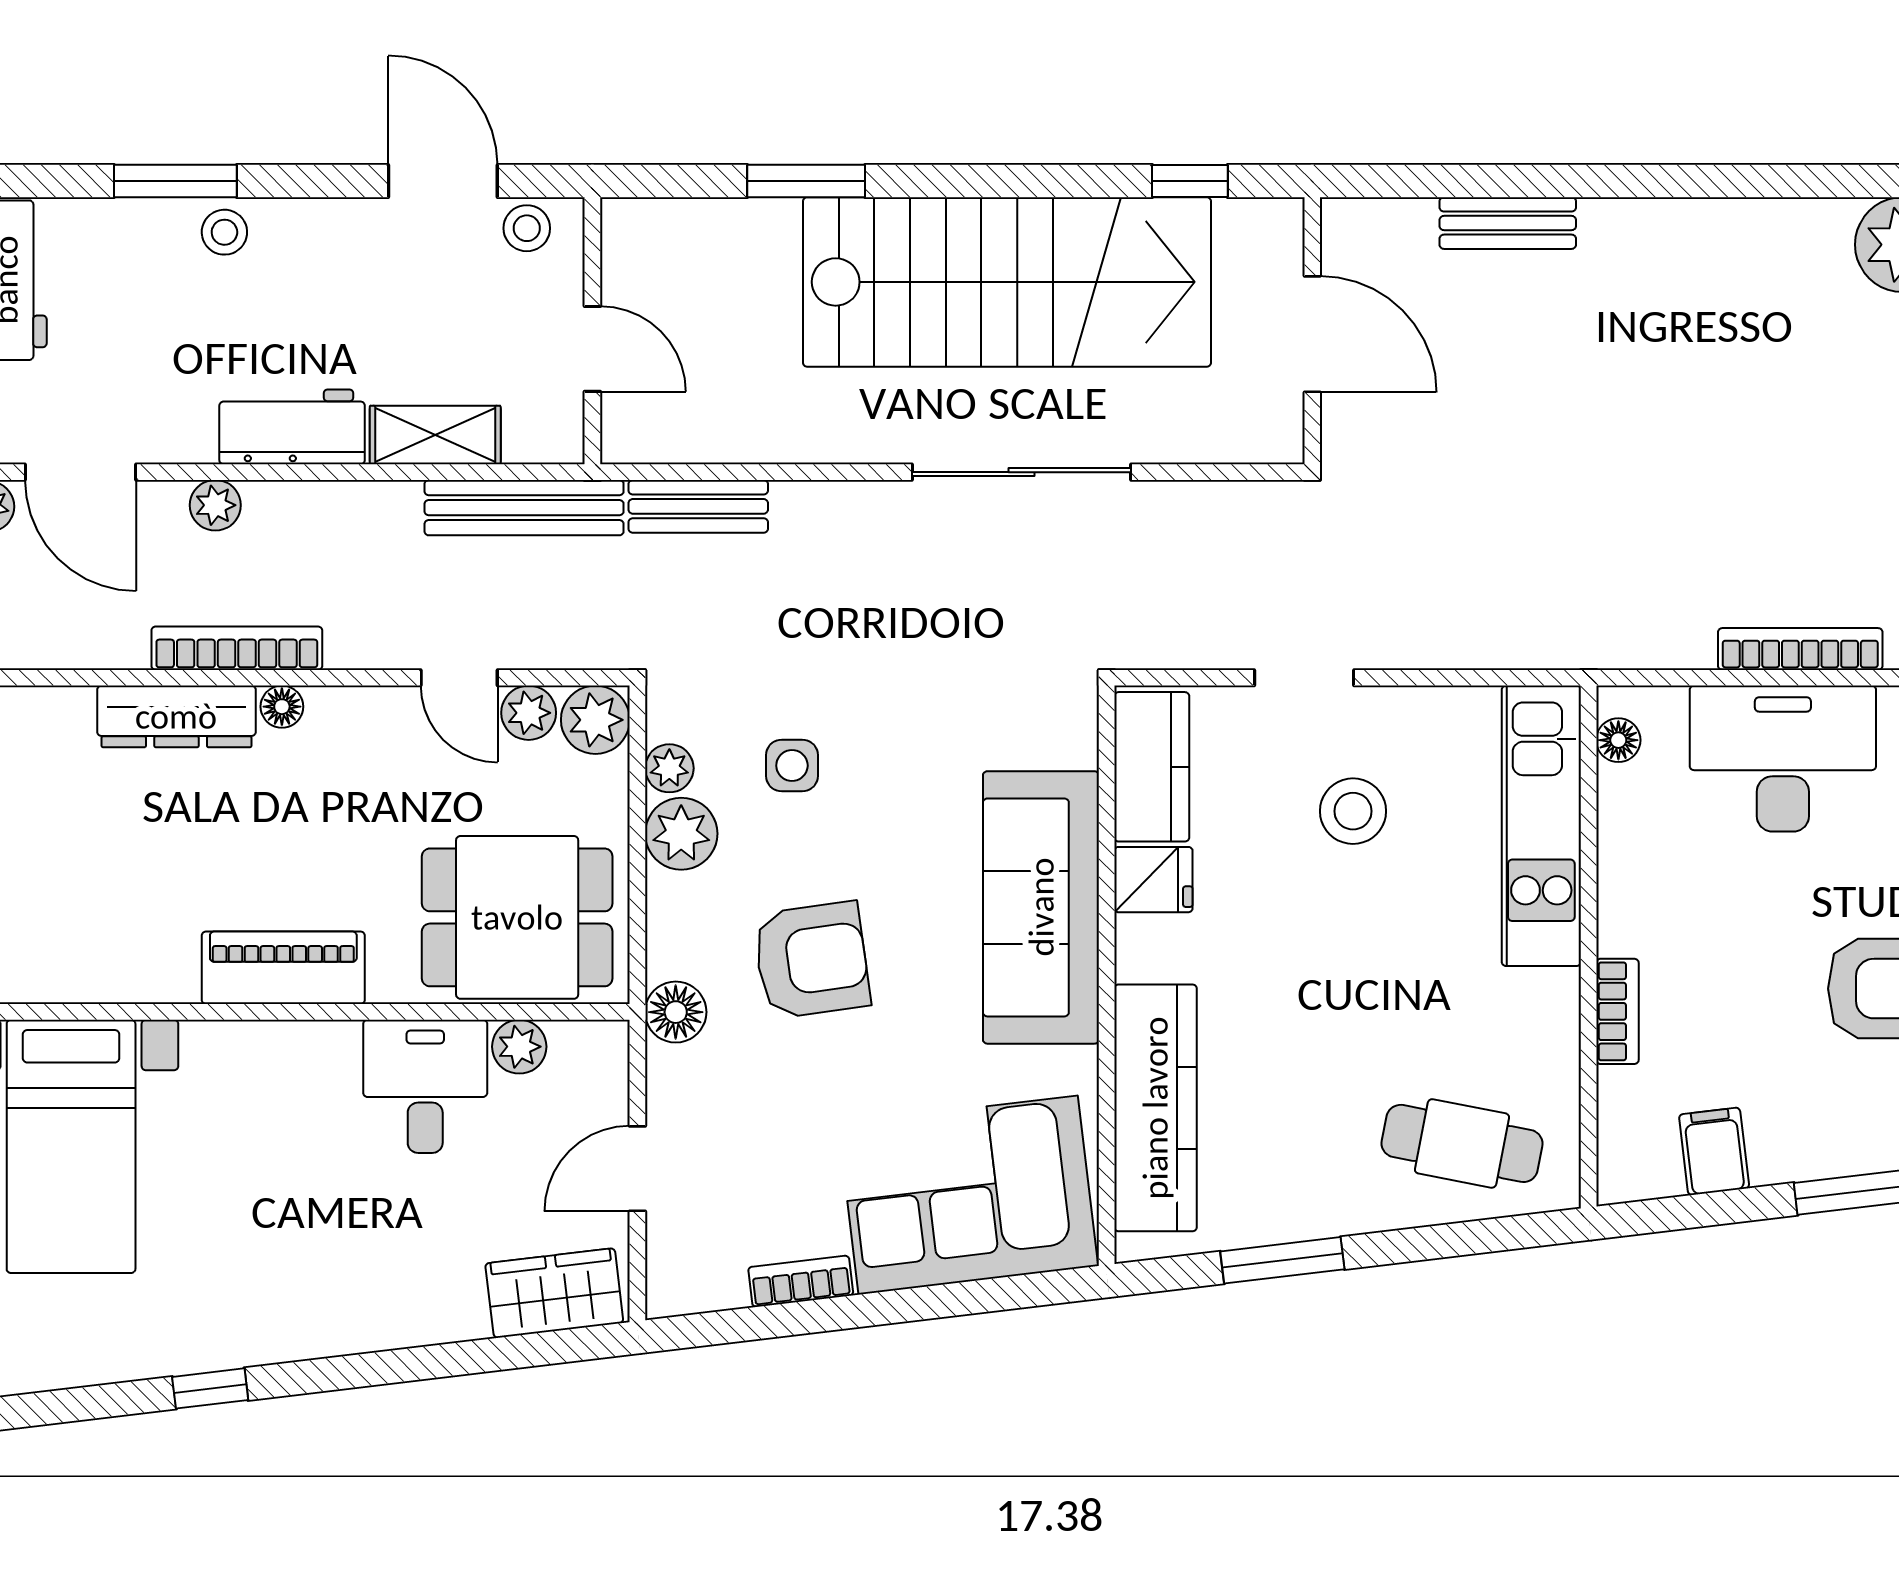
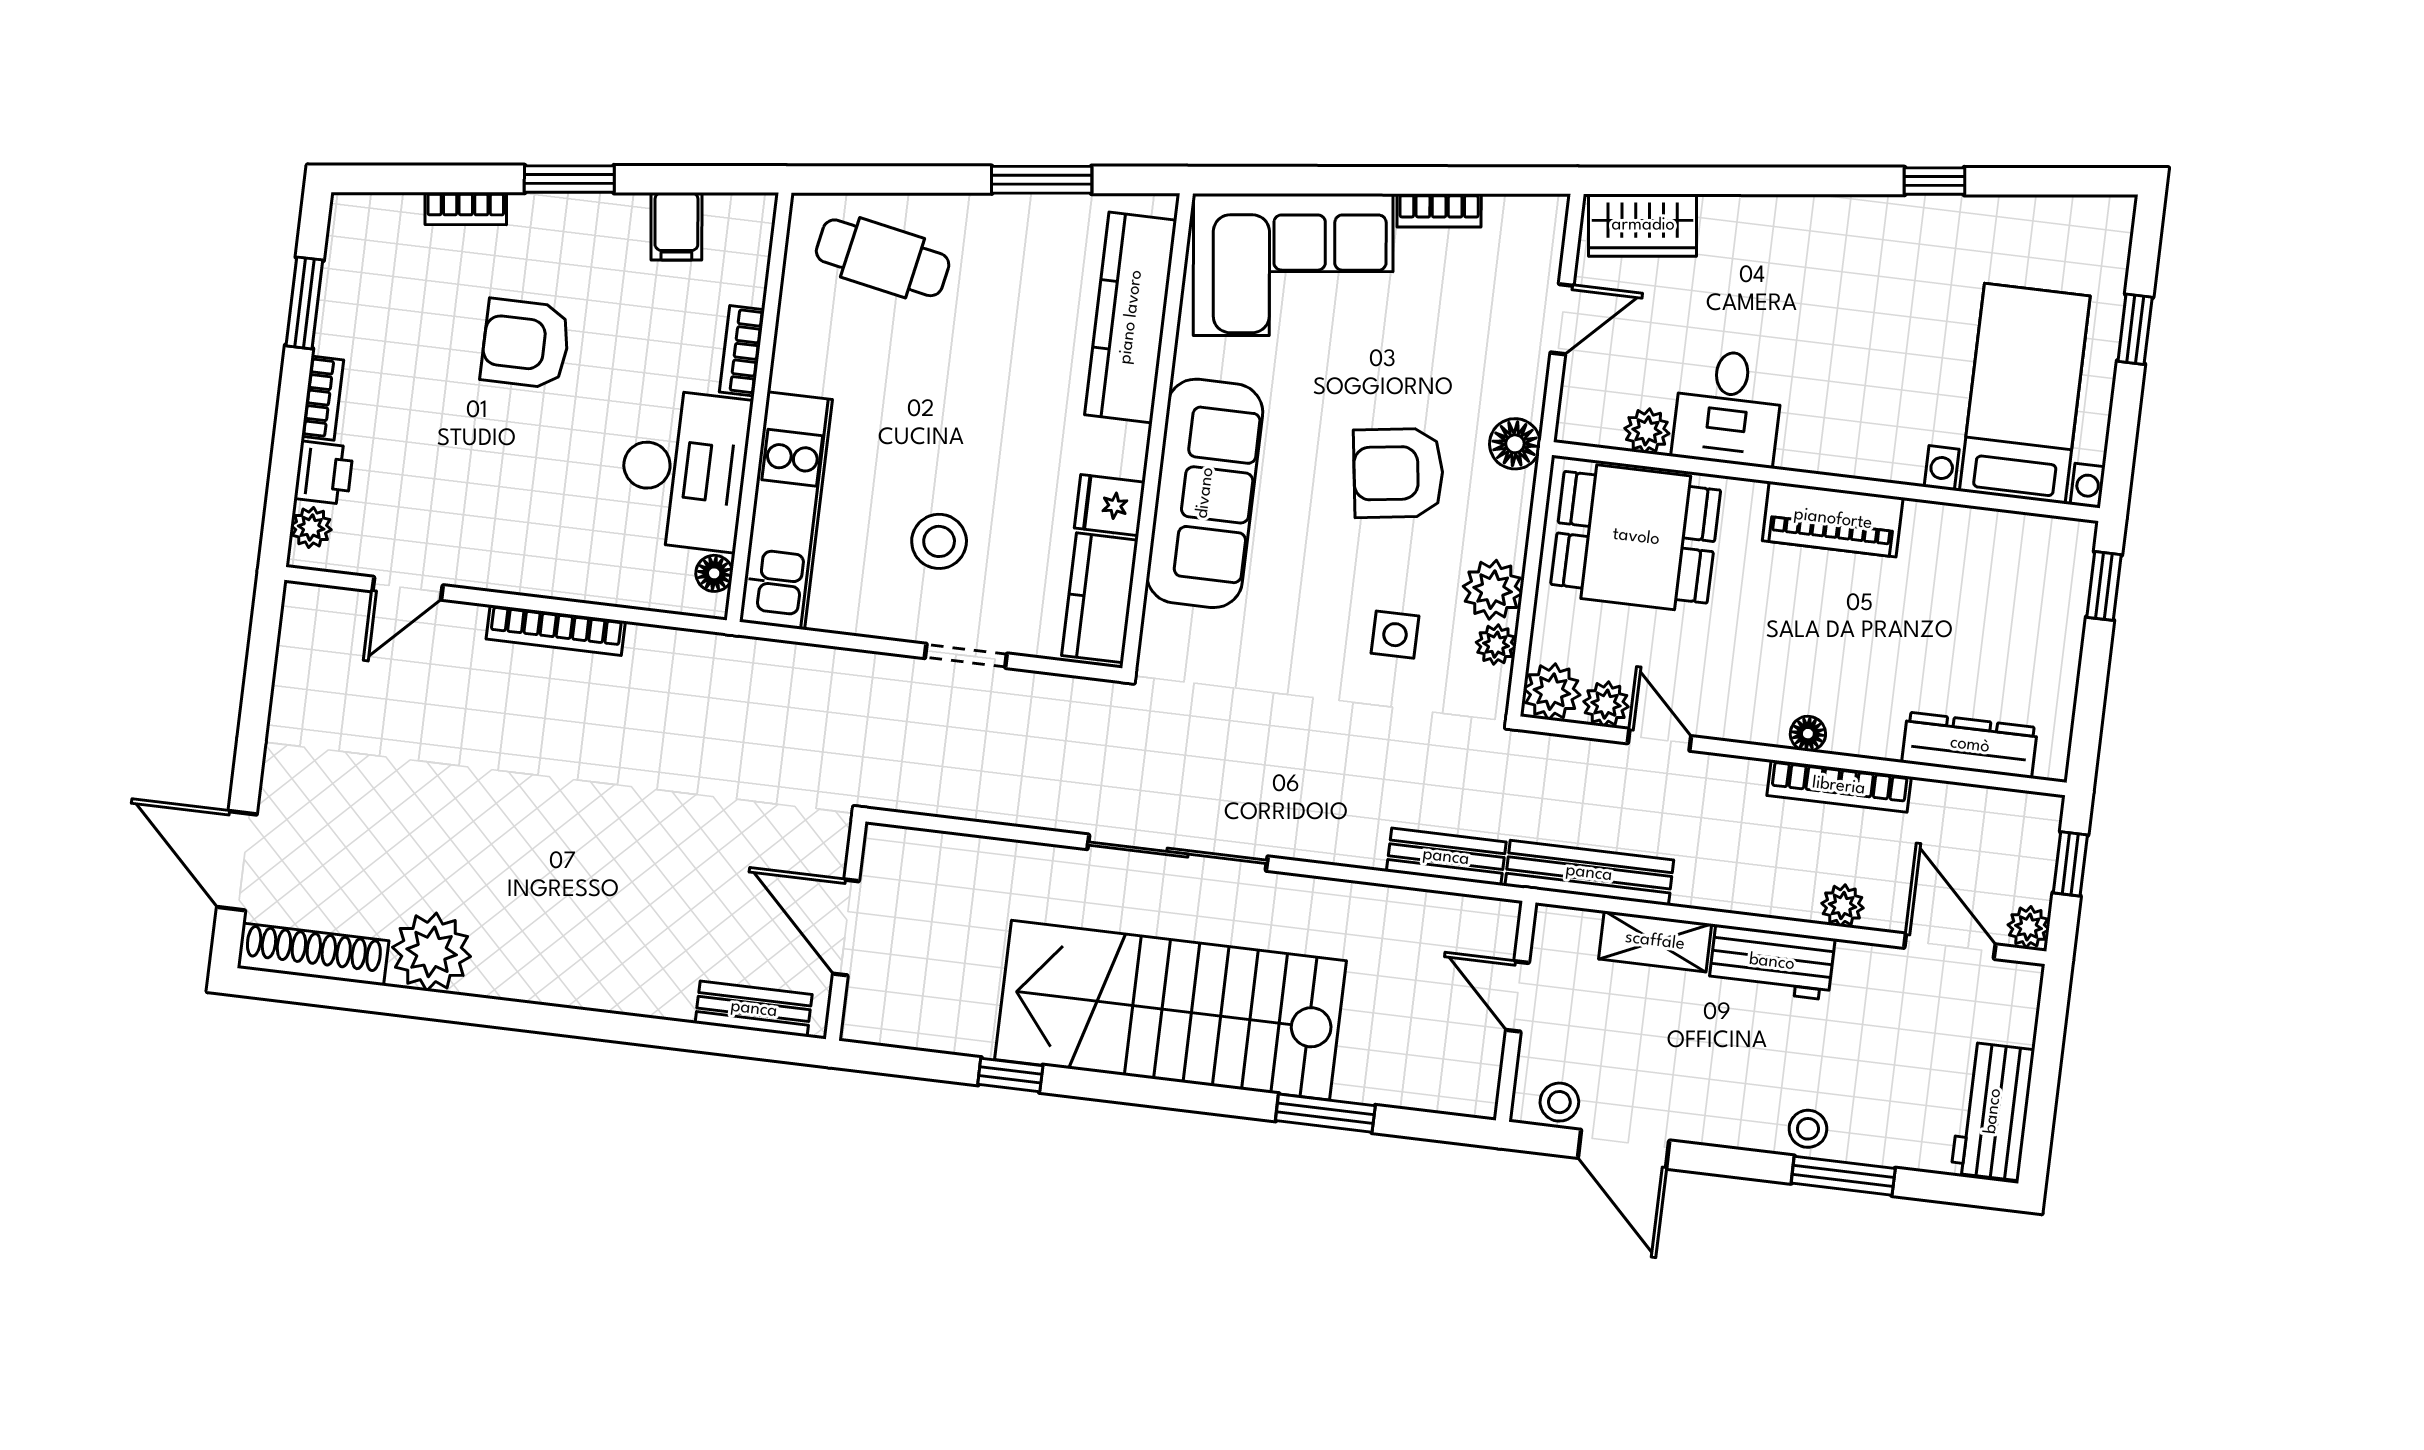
wall: (1312, 331) -> (846, 930), moved
door: (1312, 334) -> (846, 927), moved
dresser: (176, 716) -> (1970, 745), moved
desk: (1783, 759) -> (684, 470), moved, turned -90

